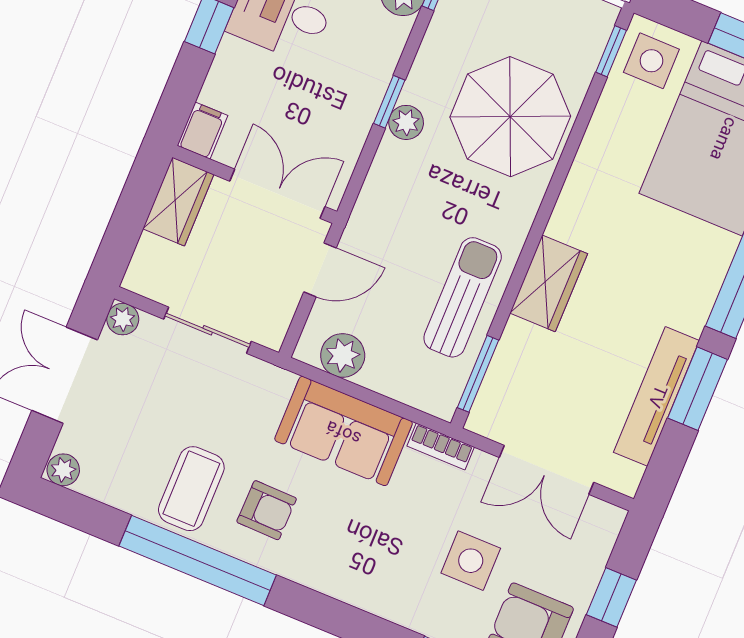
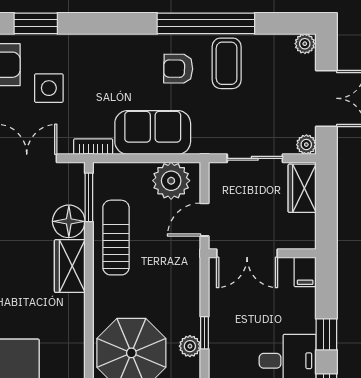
plant: (406, 122) -> (190, 346), moved
wardrobe: (178, 202) -> (302, 188), moved
sun lounger: (463, 297) -> (116, 238), turned 180
floor lamp: (523, 350) -> (69, 221), added
plant: (343, 355) -> (171, 181), width x1.36, depth x1.36

